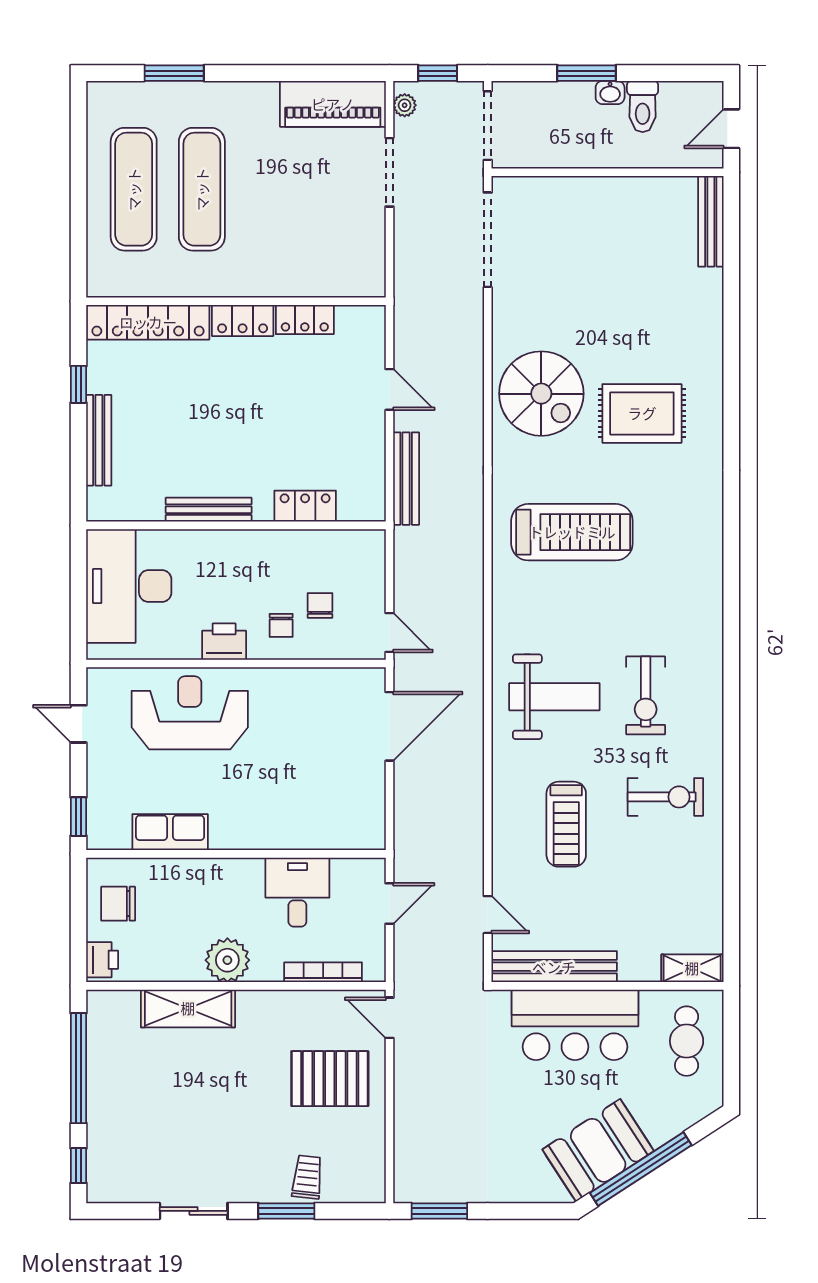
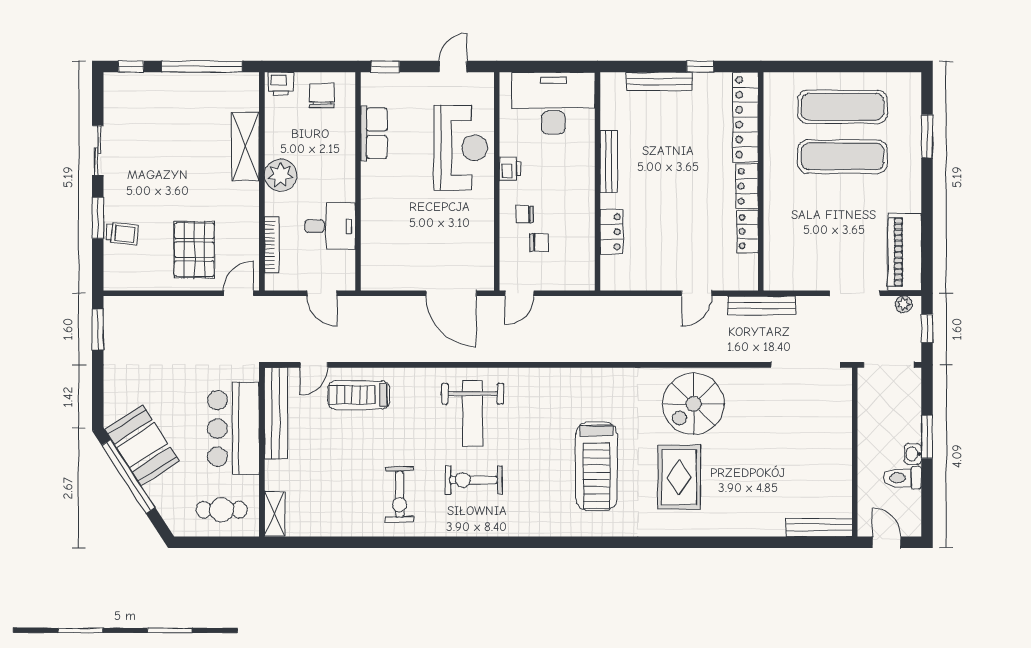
bench: (406, 479) -> (762, 305), moved
treadmill: (572, 532) -> (596, 466), moved
printer: (224, 642) -> (510, 168), width x0.73, depth x0.81
treadmill: (566, 824) -> (359, 395), moved

